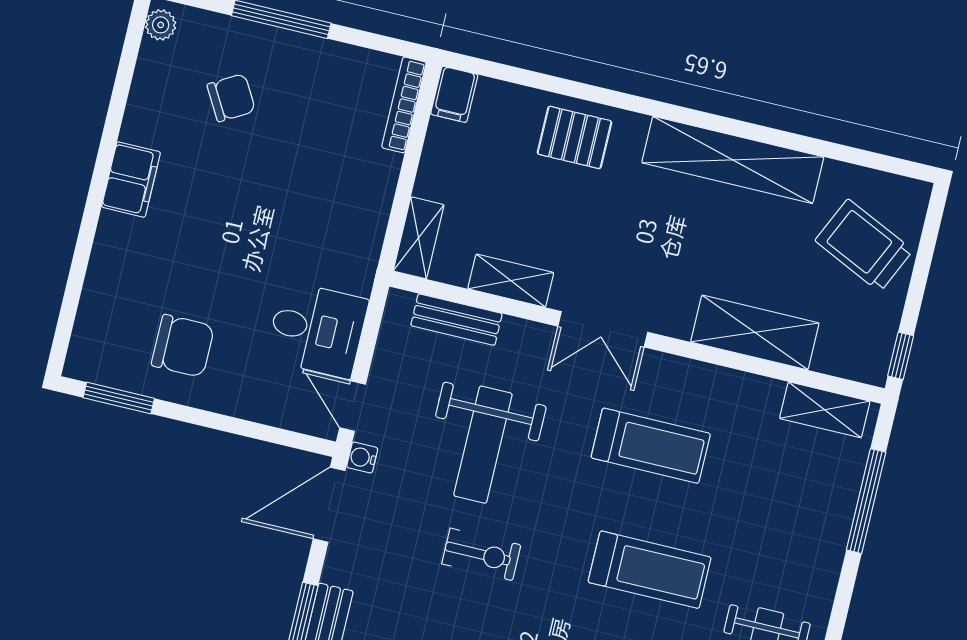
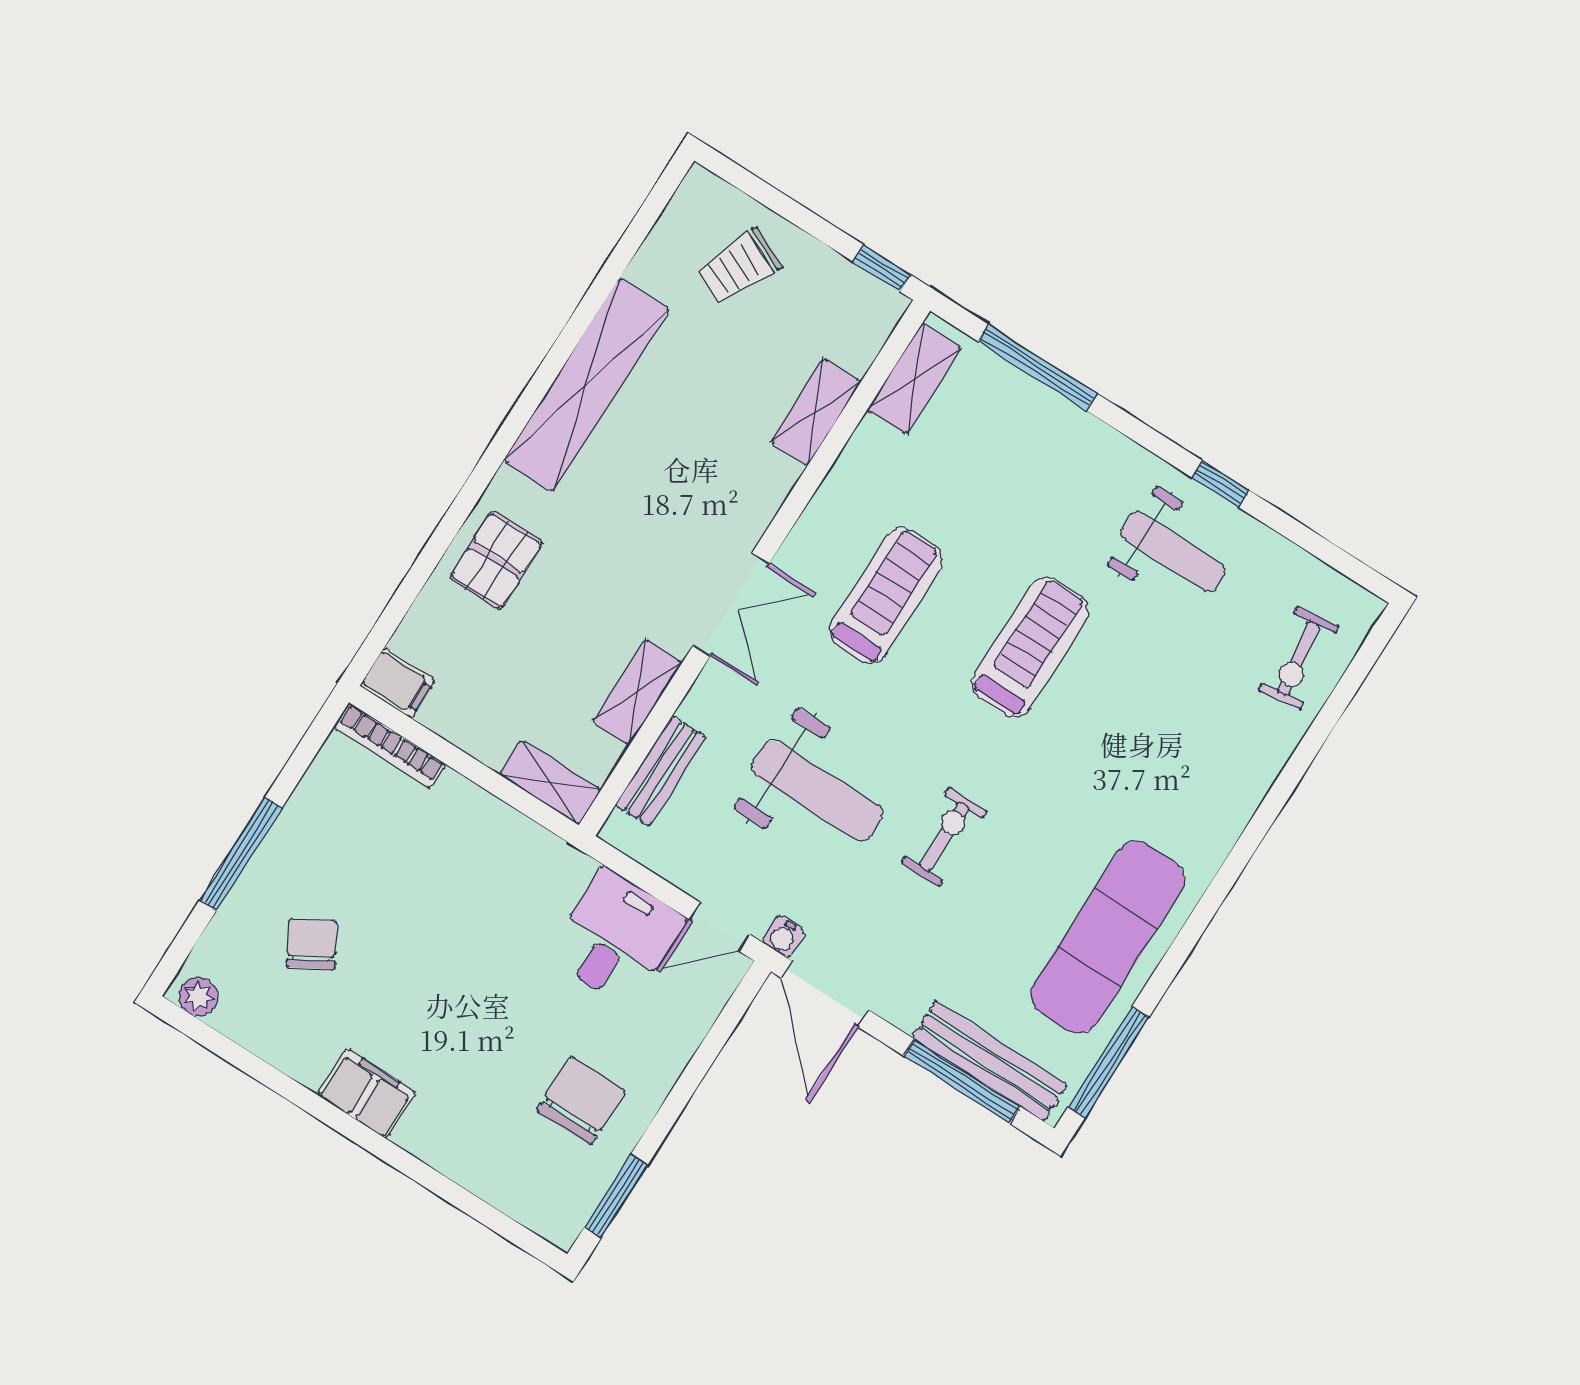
trolley: (864, 245) -> (739, 267), width x0.73, depth x0.72
shelving: (755, 332) -> (816, 412), width x0.67, depth x0.75

